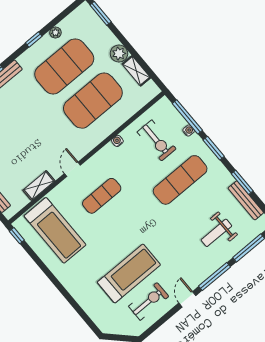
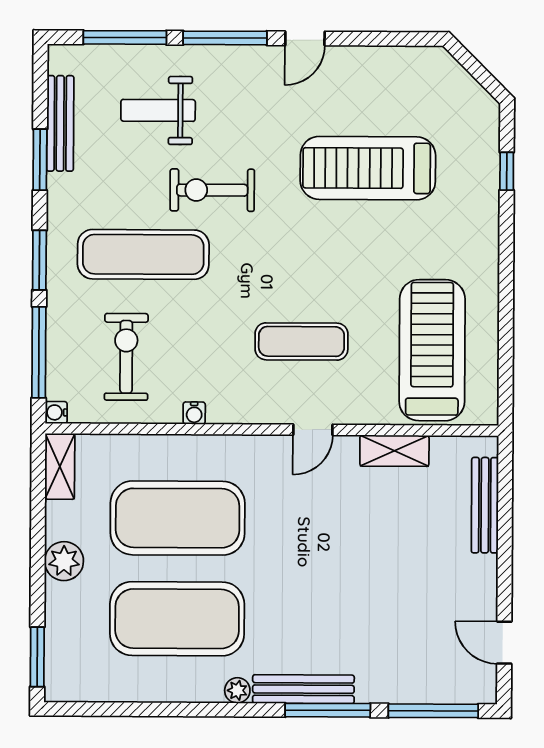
plant: (55, 33) -> (237, 690), moved
window: (34, 40) -> (190, 710), removed
shelving: (136, 71) -> (60, 466), moved
water cooler: (189, 131) -> (56, 412), moved
weight bench: (216, 233) -> (158, 110), turned 180
window: (17, 236) -> (507, 171), moved
exercise bike: (149, 301) -> (212, 190), moved

